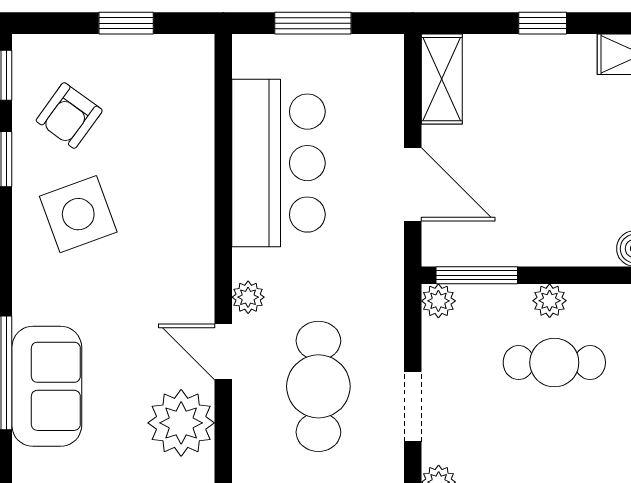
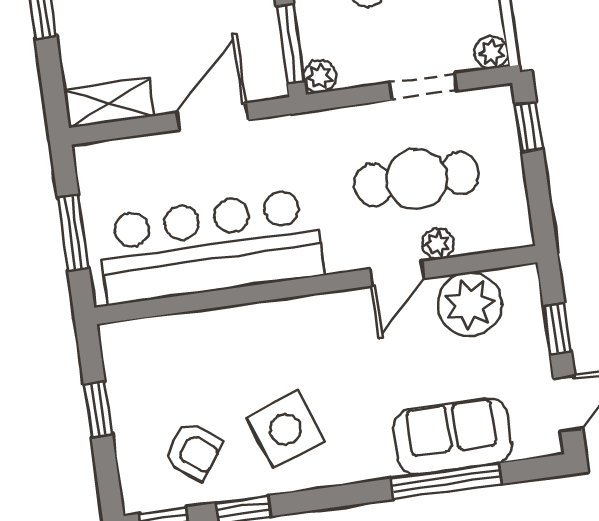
bar counter: (278, 163) -> (210, 247), width x1.36
plant: (248, 297) -> (438, 244), moved

